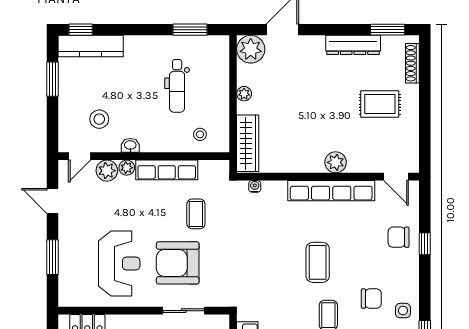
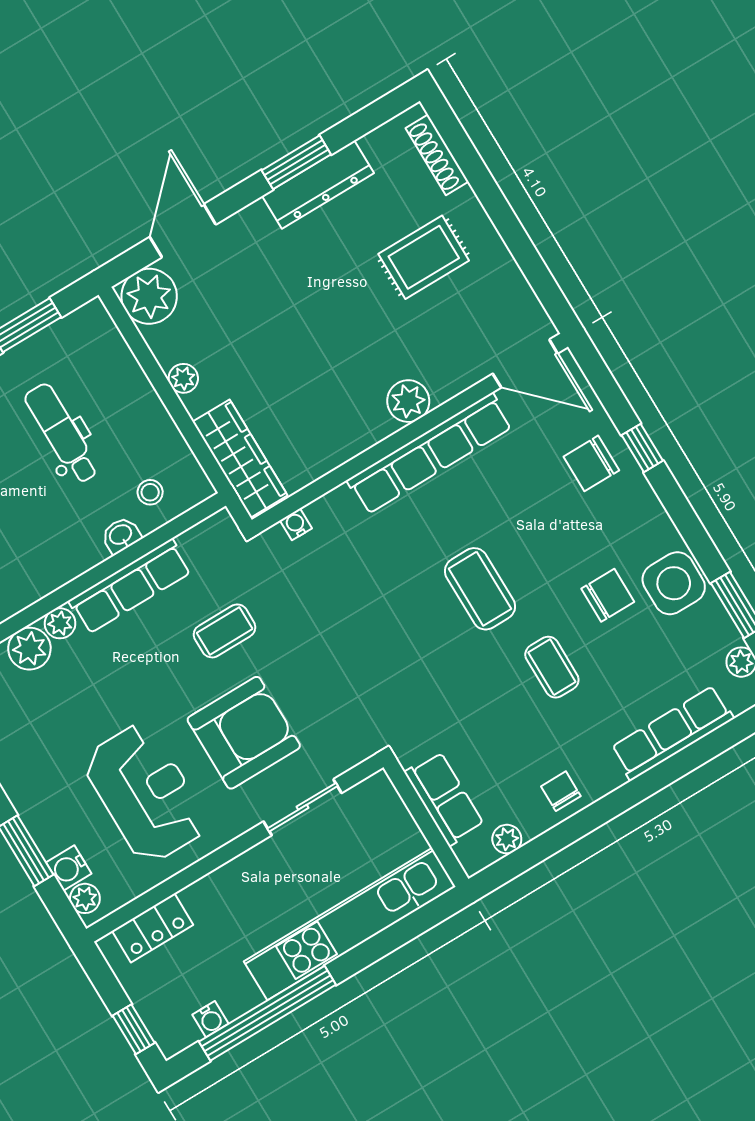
window: (388, 30) -> (296, 162), moved
dental chair: (177, 86) -> (62, 434), turned 180
washbasin: (130, 145) -> (121, 535), moved
door: (396, 177) -> (525, 364), width x1.38
coffee table: (196, 214) -> (225, 631), turned 90
armchair: (178, 263) -> (244, 733), turned 180
water cooler: (67, 276) -> (69, 868), added
plant: (66, 293) -> (85, 898), added
side table: (403, 311) -> (674, 583), width x1.87, depth x1.87

